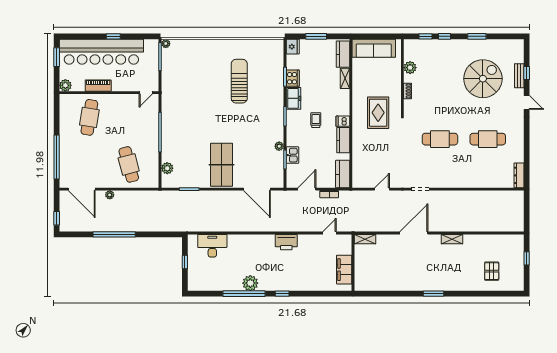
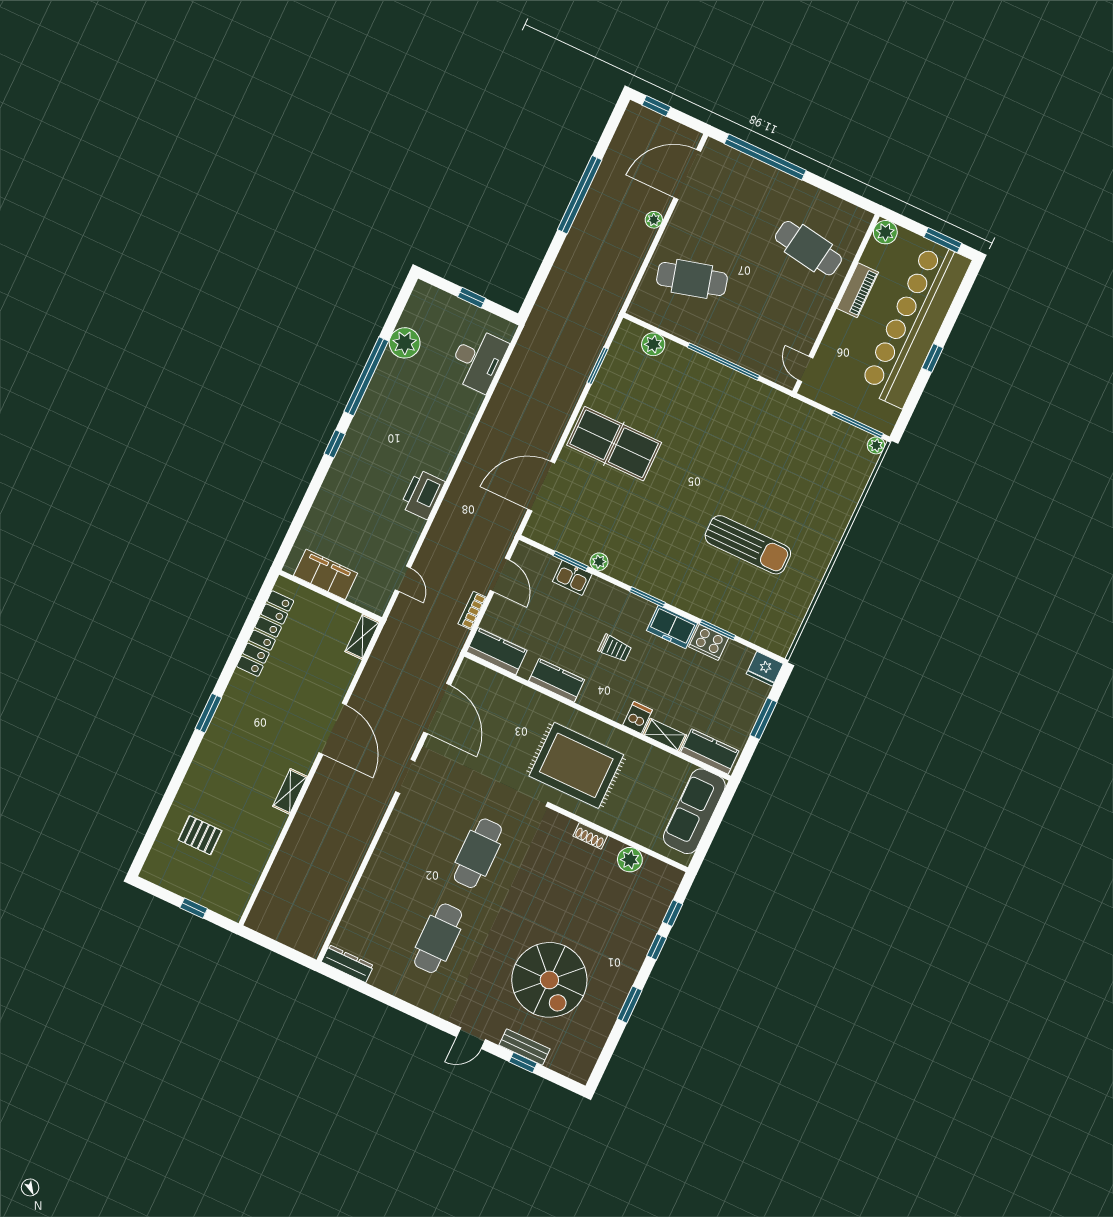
rug: (378, 113) -> (576, 765), width x1.37, depth x1.44
dishwasher: (343, 121) -> (637, 717), moved
door: (382, 189) -> (437, 709), width x1.88
plant: (250, 283) -> (405, 343), moved
locker: (385, 285) -> (265, 634), added

